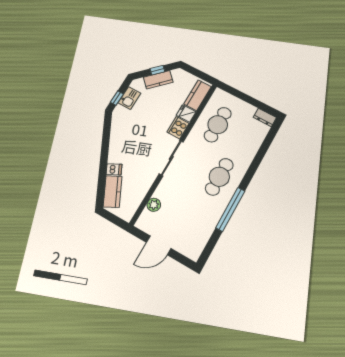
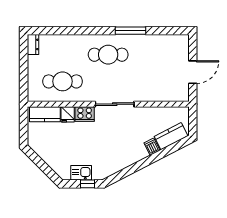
window: (157, 70) -> (41, 164), removed
kitchen counter: (158, 80) -> (50, 158), removed
plant: (154, 205) -> (163, 95), removed
window: (230, 209) -> (131, 31), width x0.68
door: (159, 245) -> (193, 72), hinge flipped

